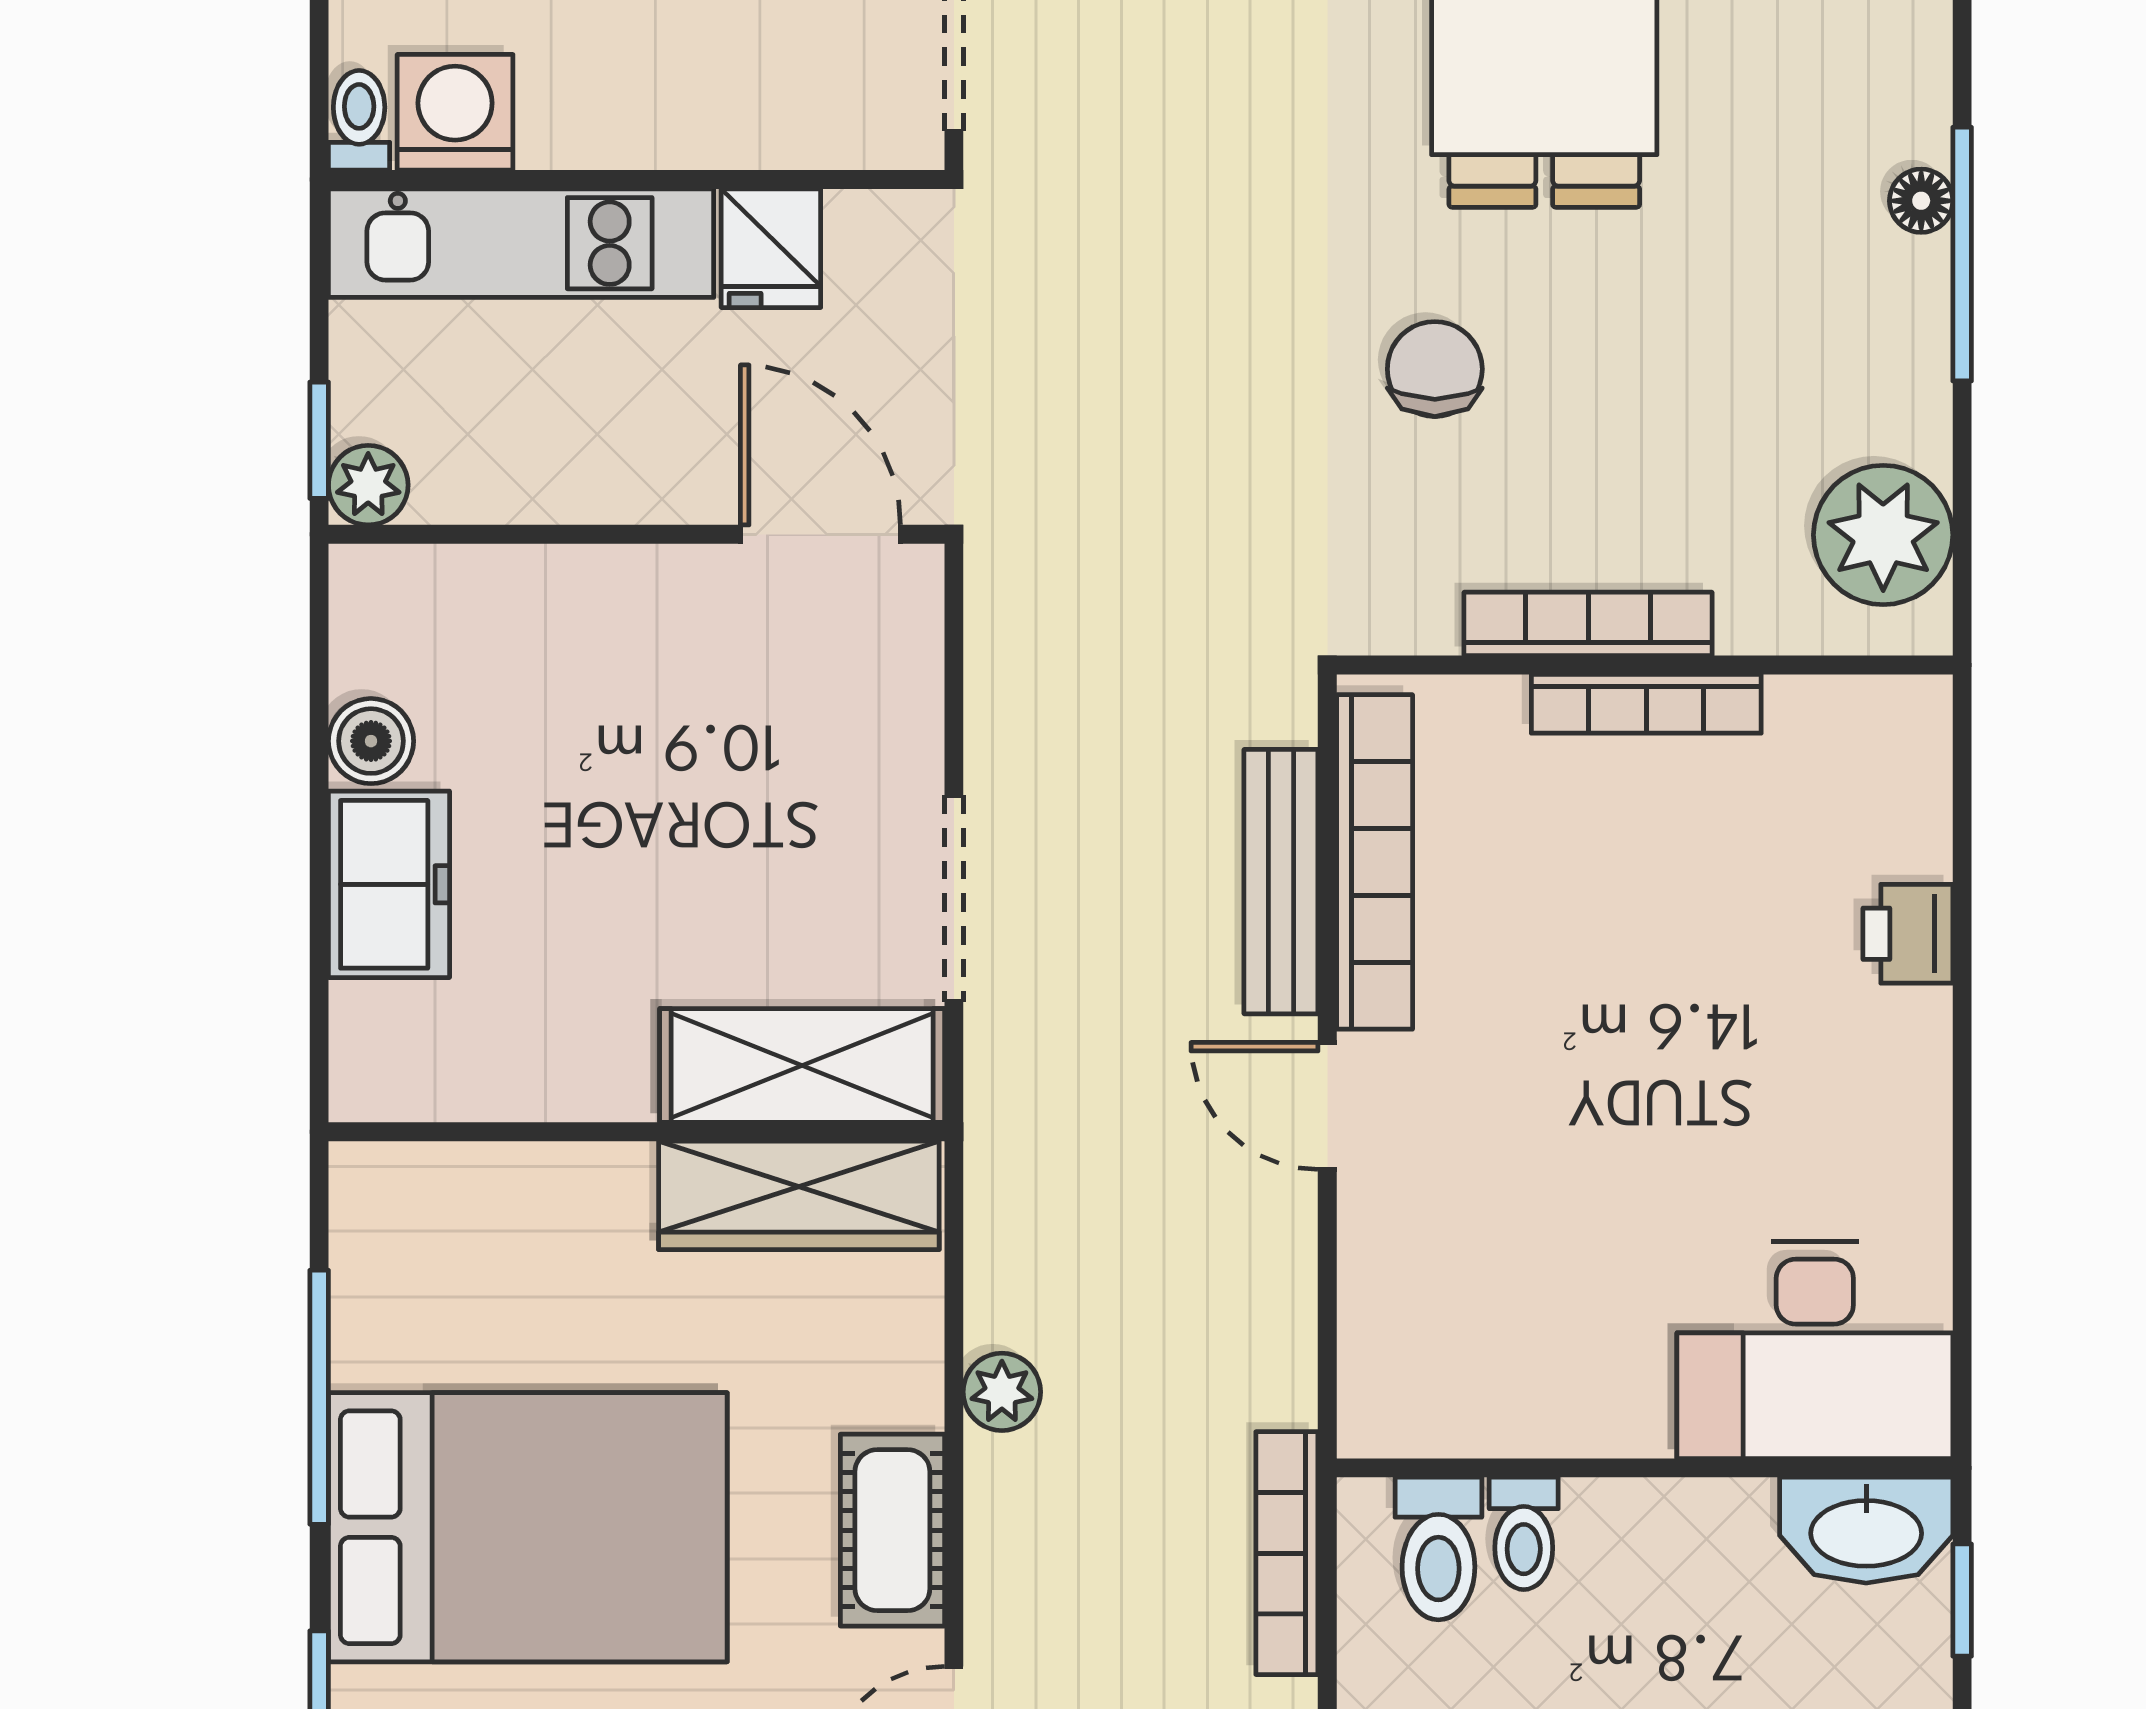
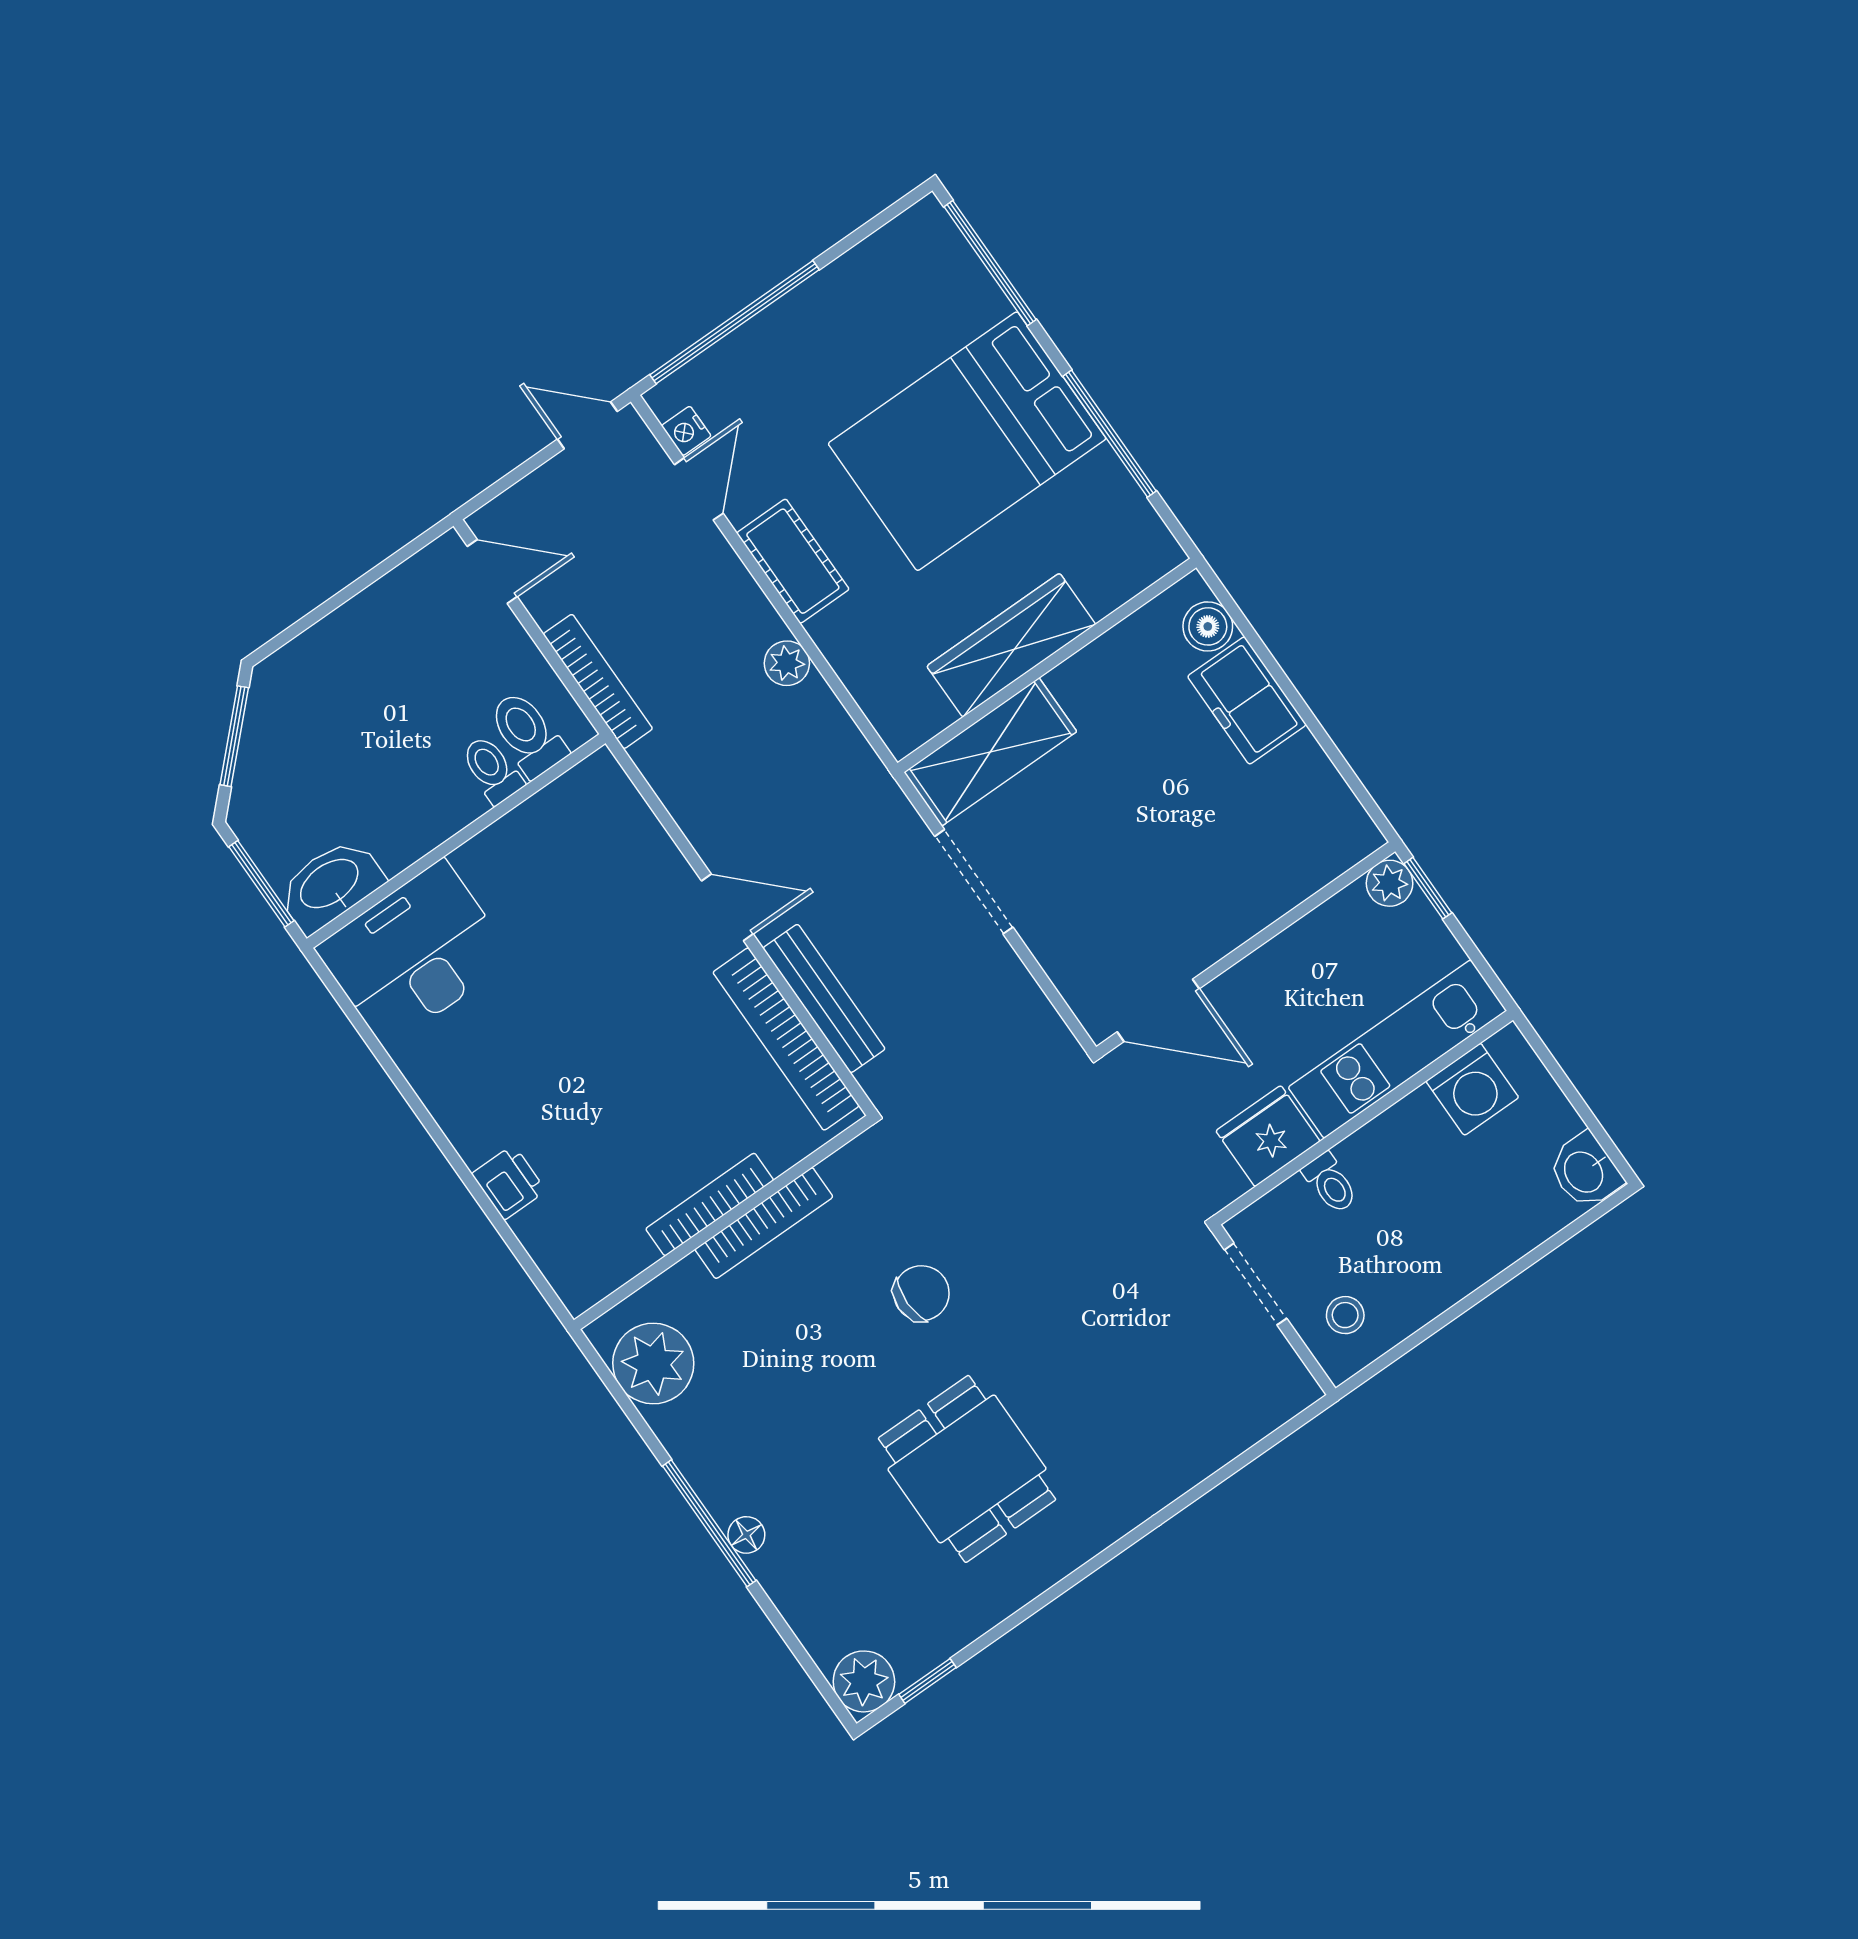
toilet: (359, 120) -> (1330, 1183), moved
fridge: (771, 248) -> (1268, 1136), width x1.38
chair: (1435, 369) -> (921, 1293), turned -90
boiler: (371, 741) -> (1208, 626), moved
wardrobe: (799, 1195) -> (1011, 645), moved
window: (1962, 1600) -> (261, 884), width x1.50

